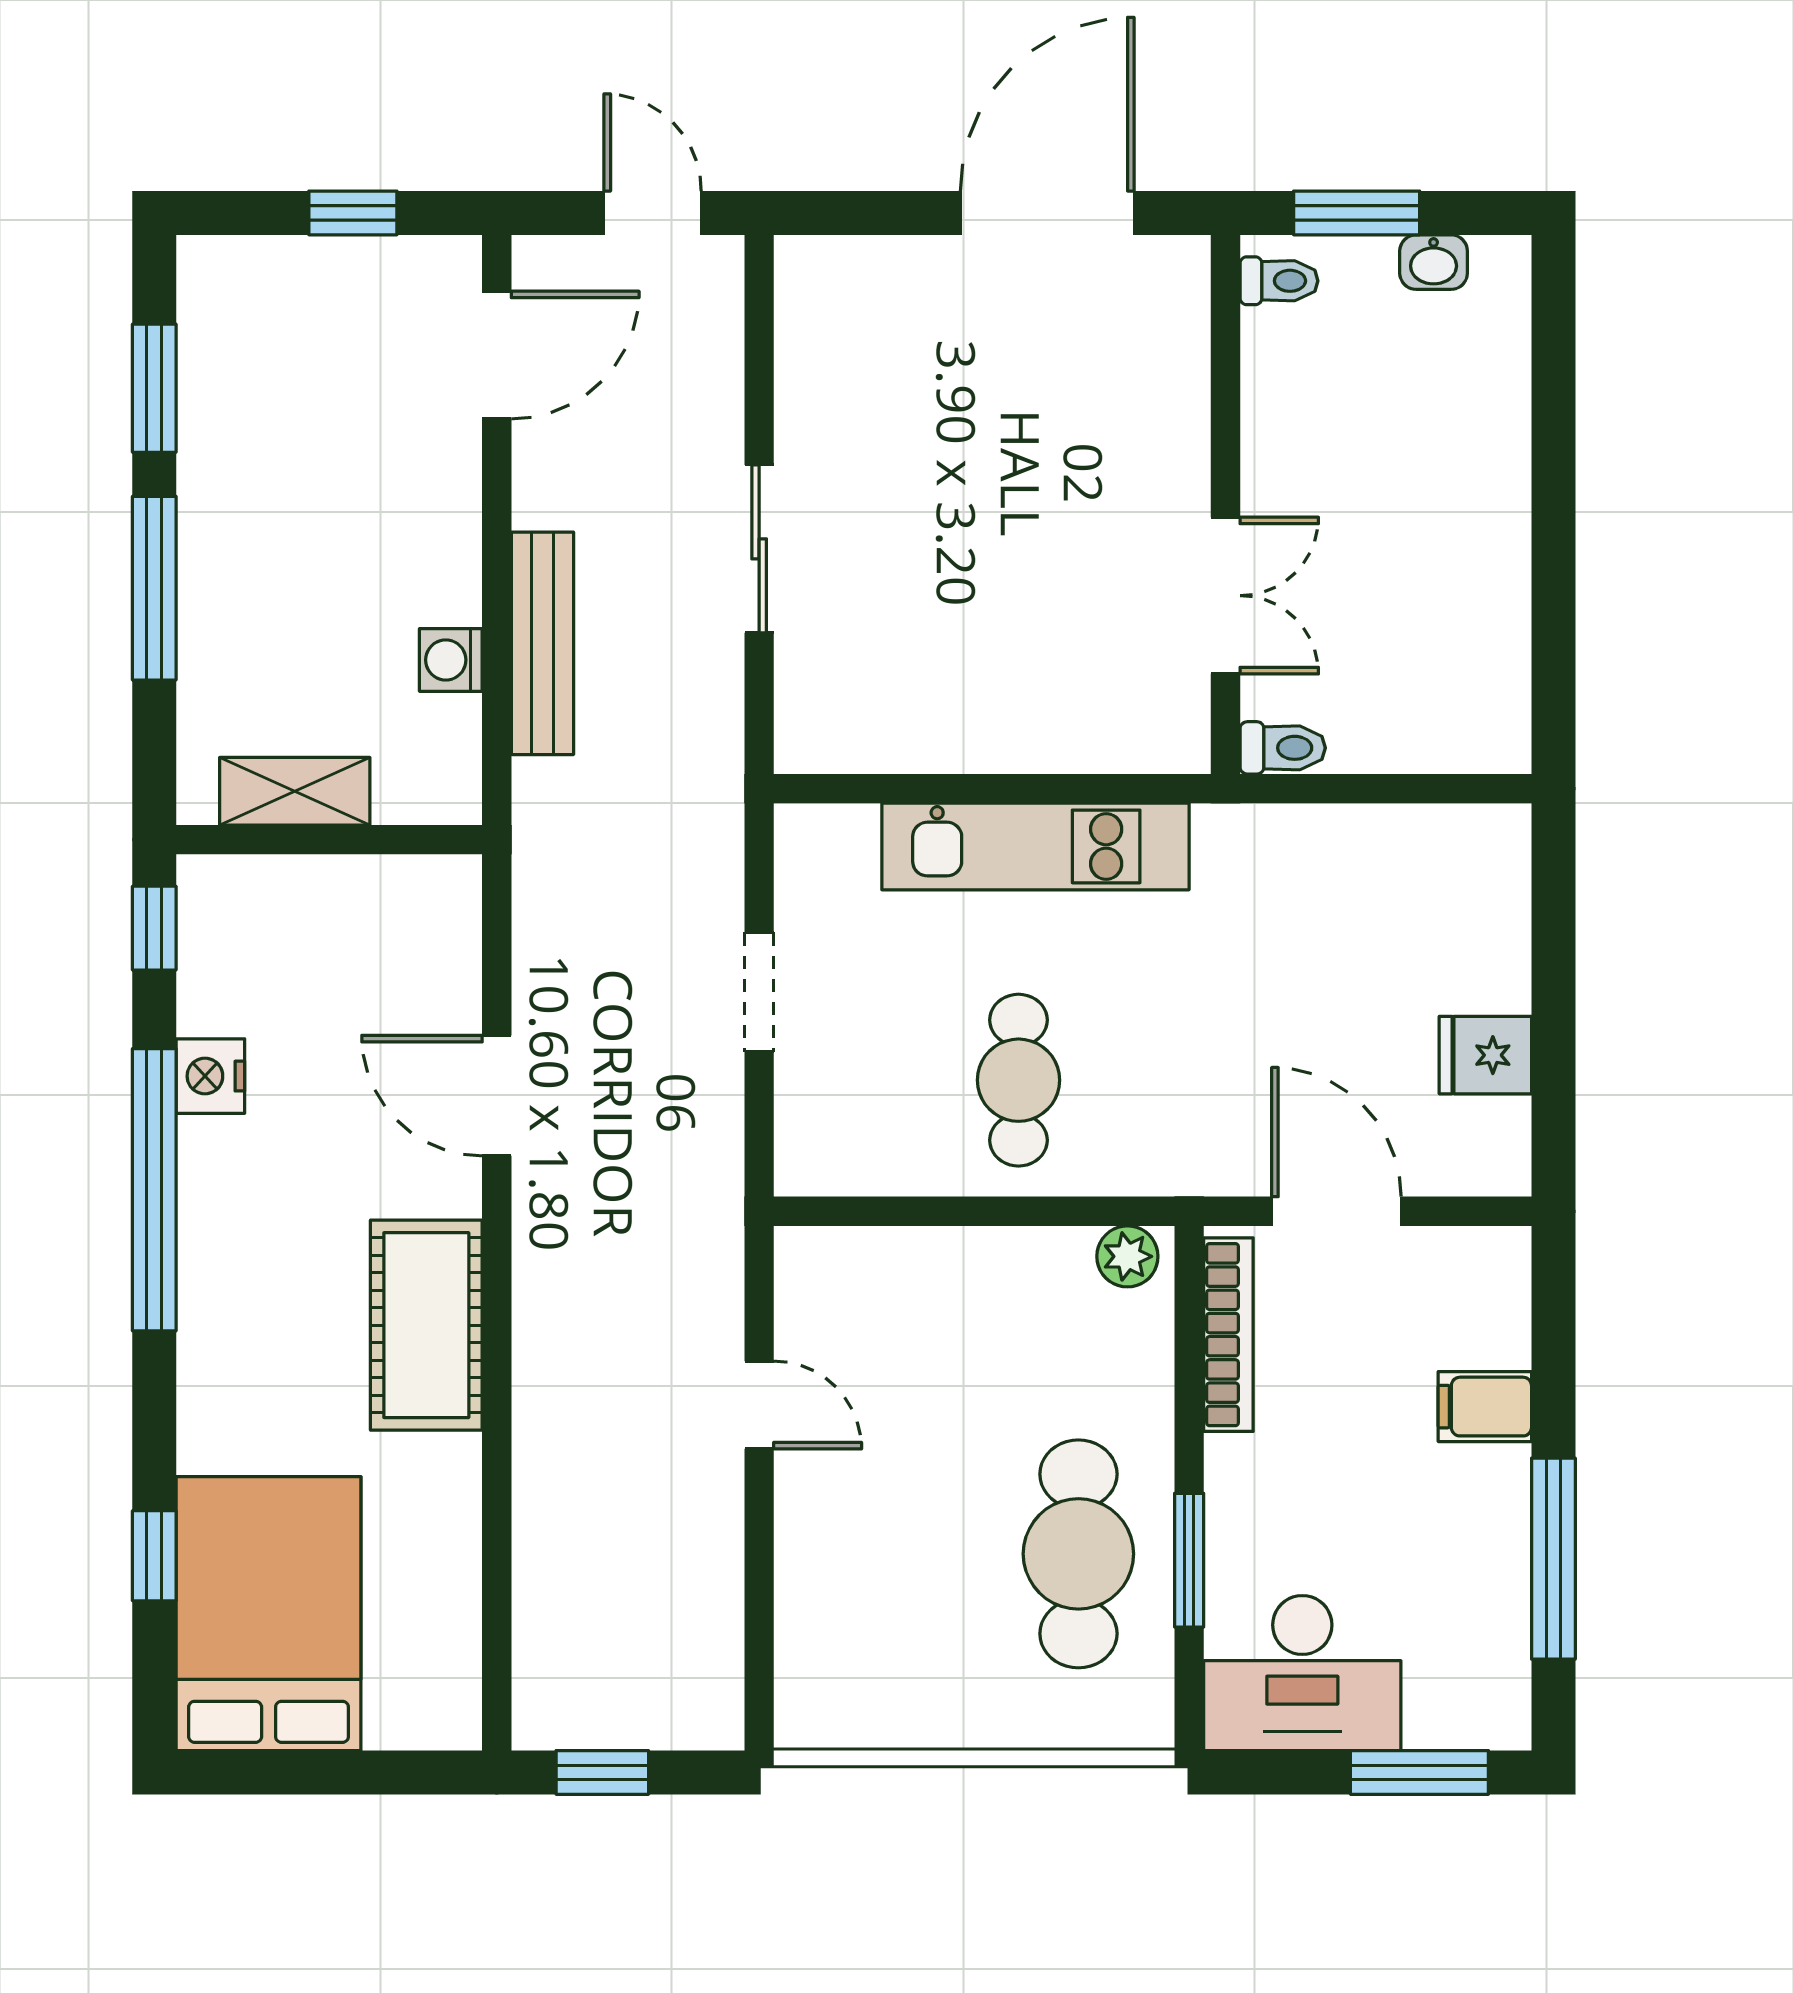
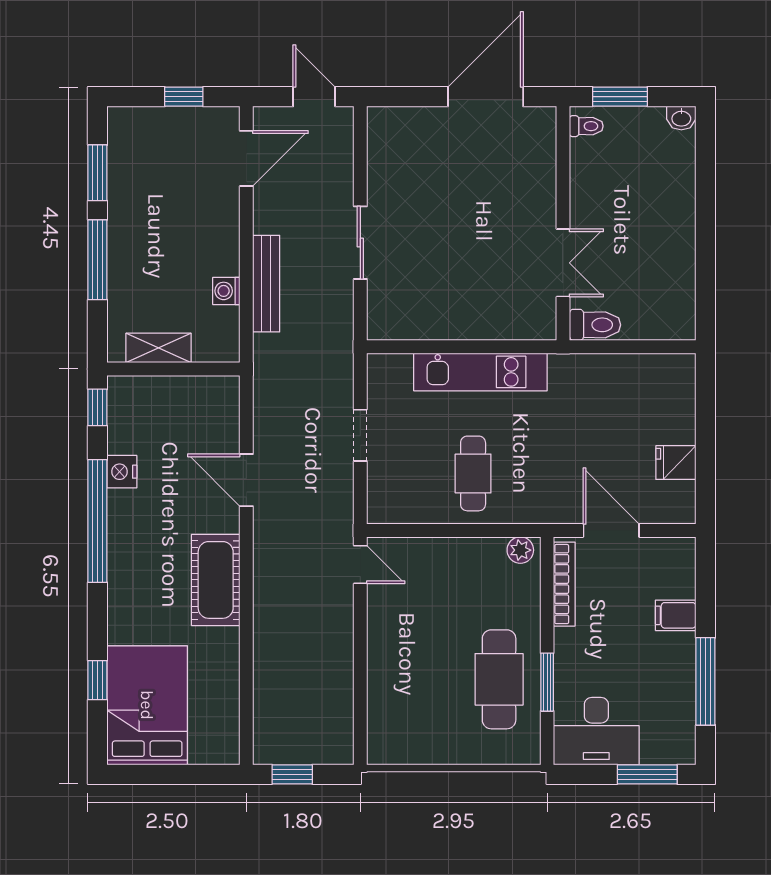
washbasin: (1434, 262) -> (681, 118), moved
toilet: (1283, 748) -> (595, 325), width x1.37, depth x1.39
door: (759, 1405) -> (360, 565), moved

